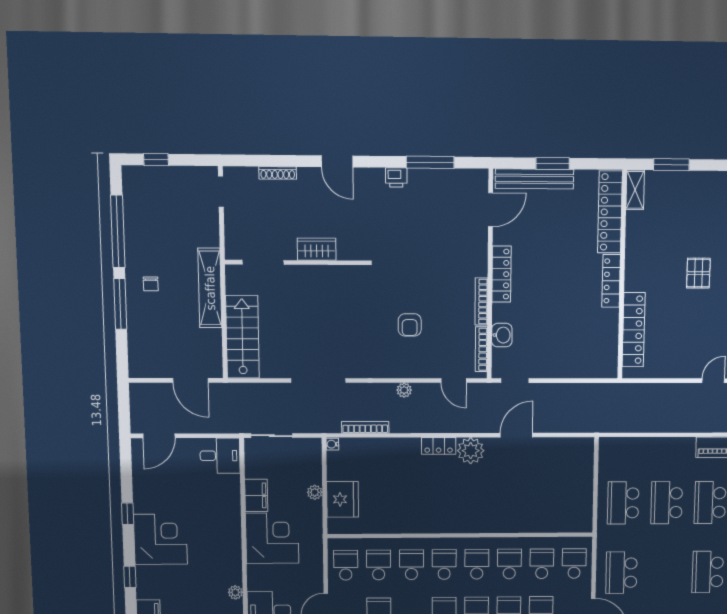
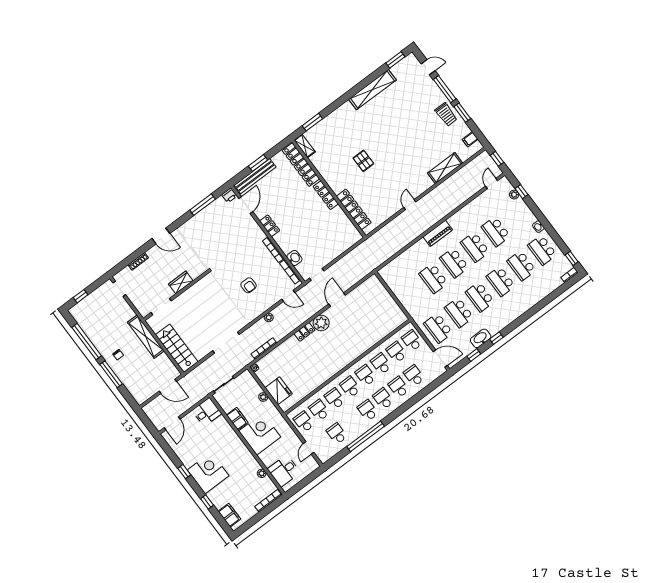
printer: (396, 177) -> (229, 195), moved
locker: (502, 274) -> (270, 226), width x0.66
school desk: (623, 503) -> (459, 313), moved

